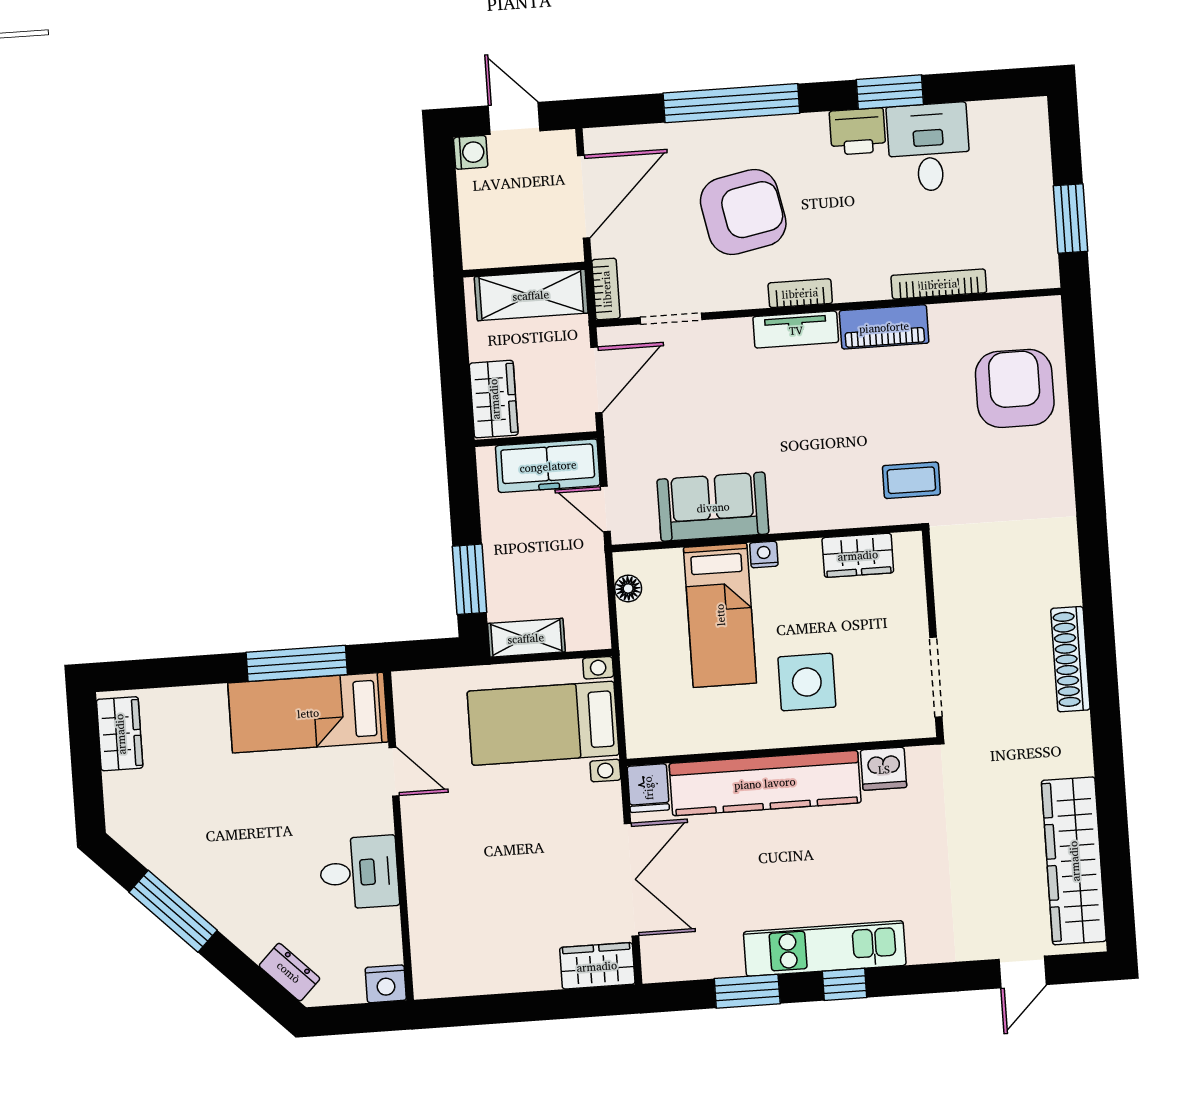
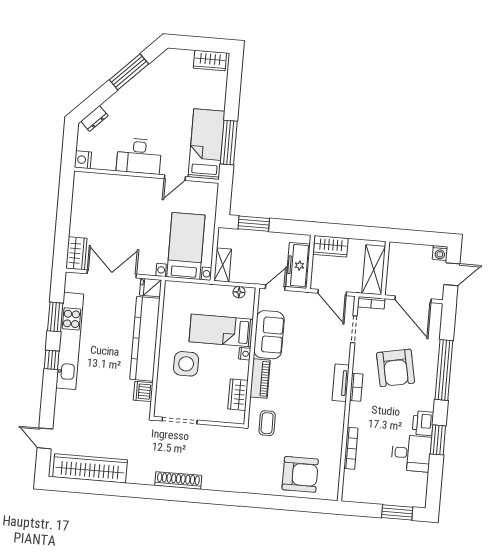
window: (1071, 218) -> (397, 512), moved
piano: (884, 327) -> (260, 379), moved, turned 180
shelving: (526, 638) -> (223, 265), moved
desk: (359, 873) -> (139, 156), width x1.37
double door: (631, 880) -> (112, 274), swing flipped
kitchen unit: (825, 948) -> (70, 341), width x1.36

